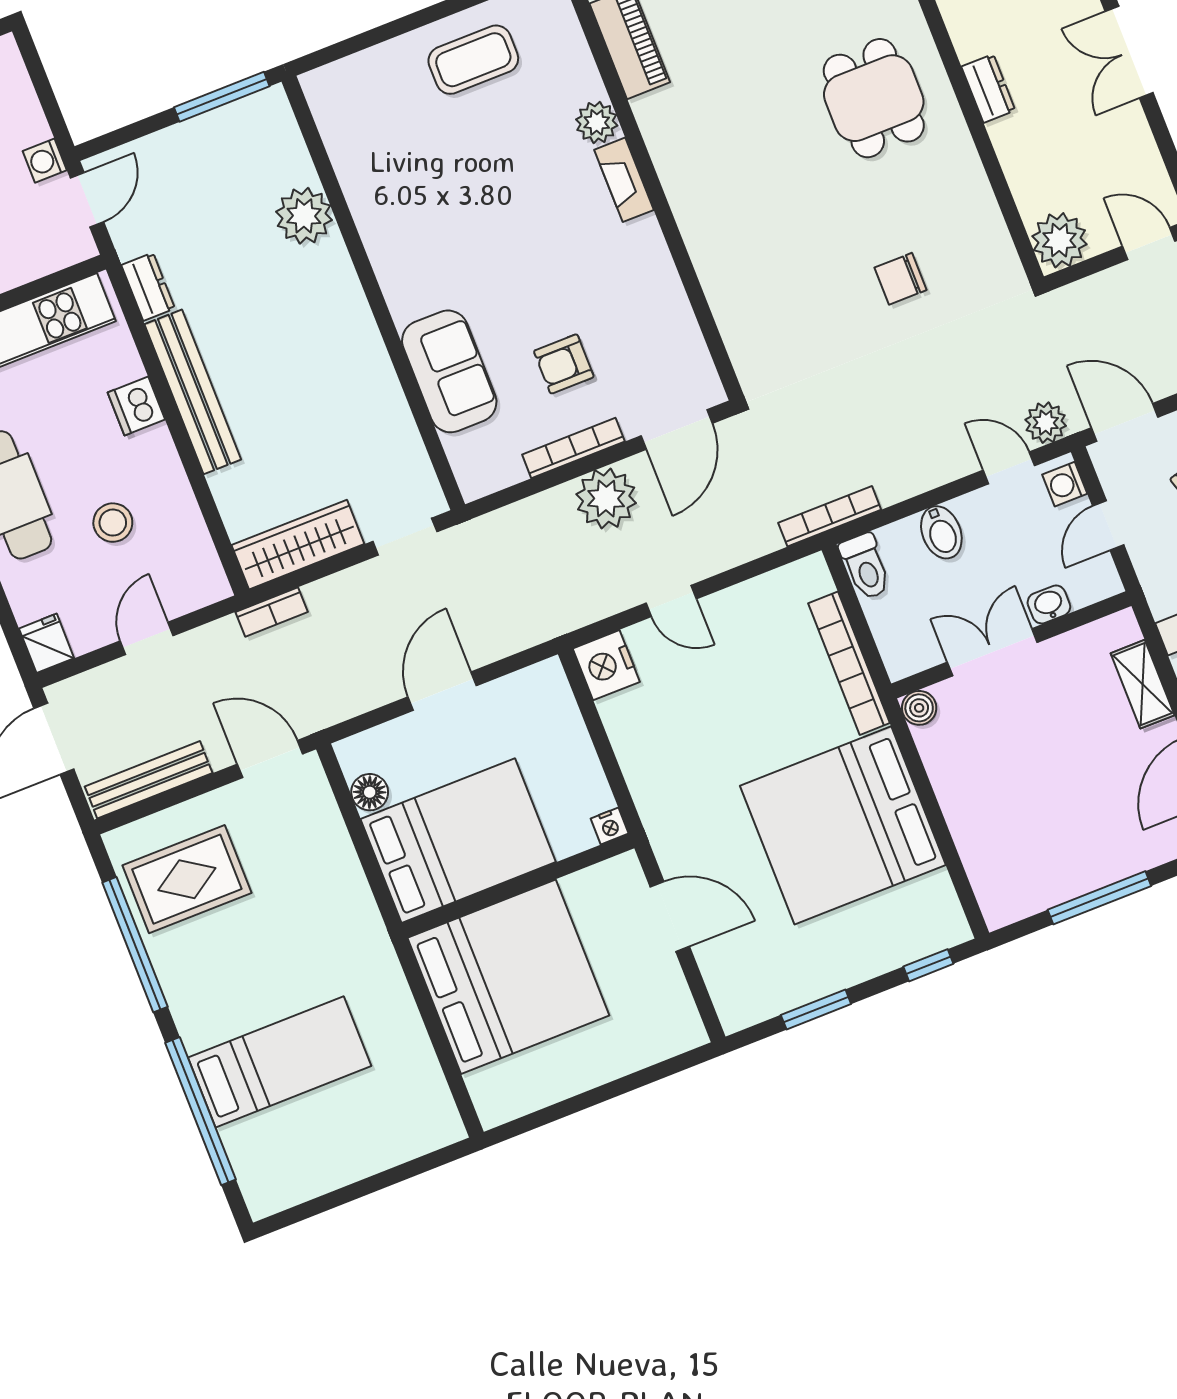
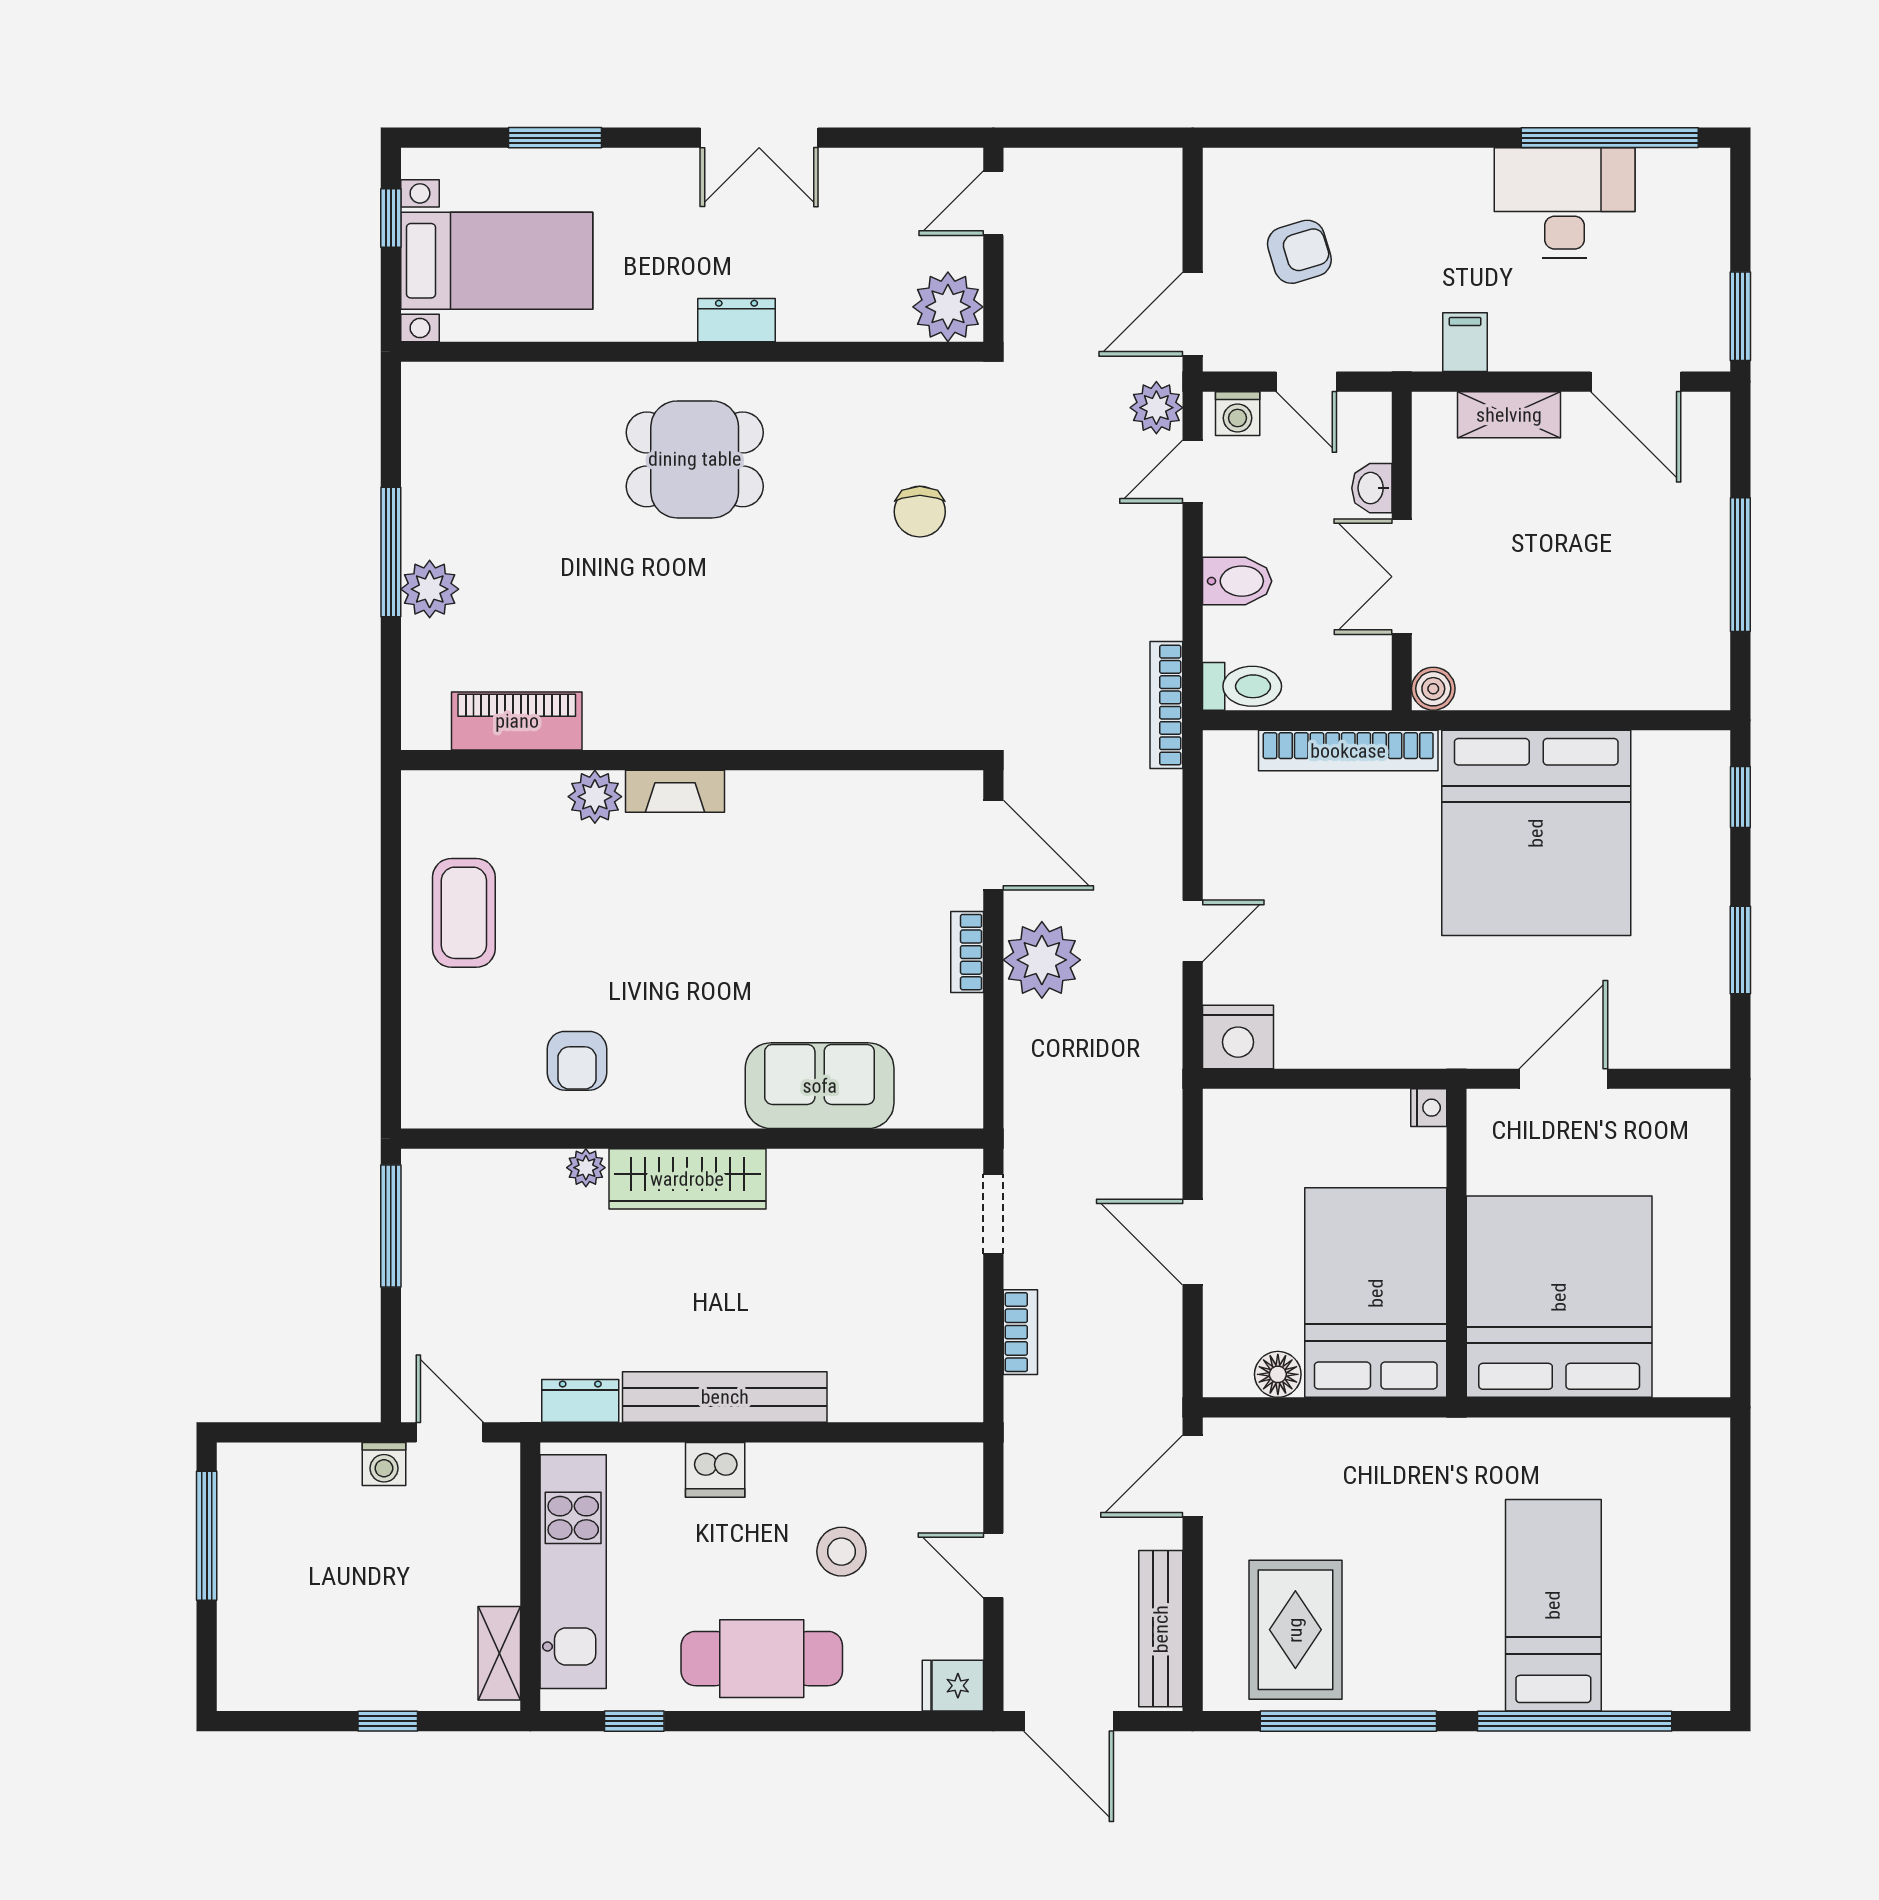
plant: (304, 216) -> (586, 1168), width x0.53, depth x0.53
armchair: (564, 364) -> (577, 1061), moved
bookcase: (573, 448) -> (967, 952), width x0.64
wardrobe: (298, 545) -> (687, 1179), moved, turned -90
bookcase: (272, 612) -> (1020, 1332), moved

